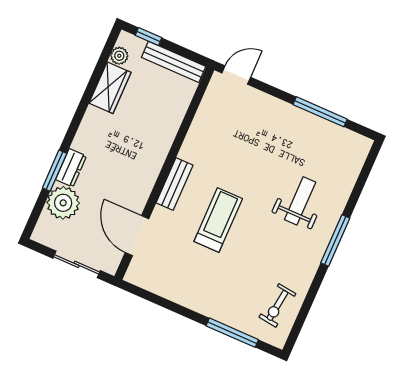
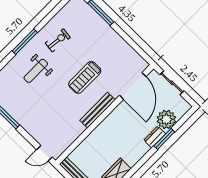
bench: (175, 184) -> (98, 110), width x1.36
door: (137, 236) -> (133, 86), width x1.36
exercise bike: (277, 305) -> (58, 40), moved

